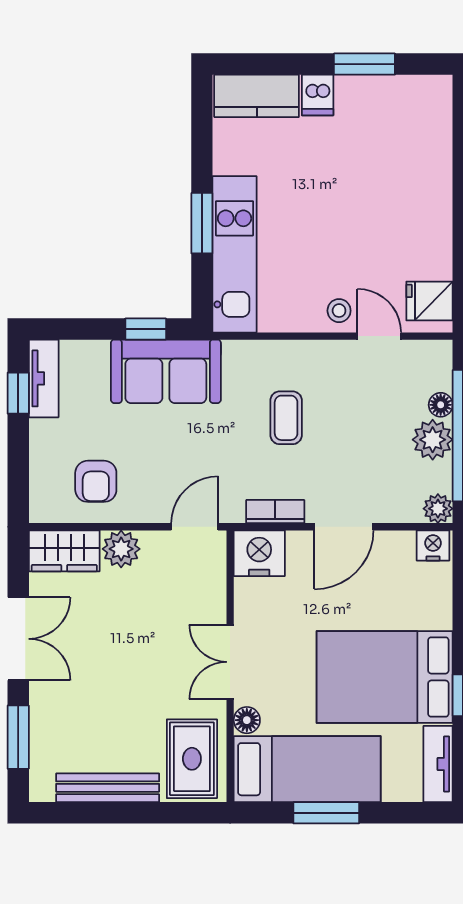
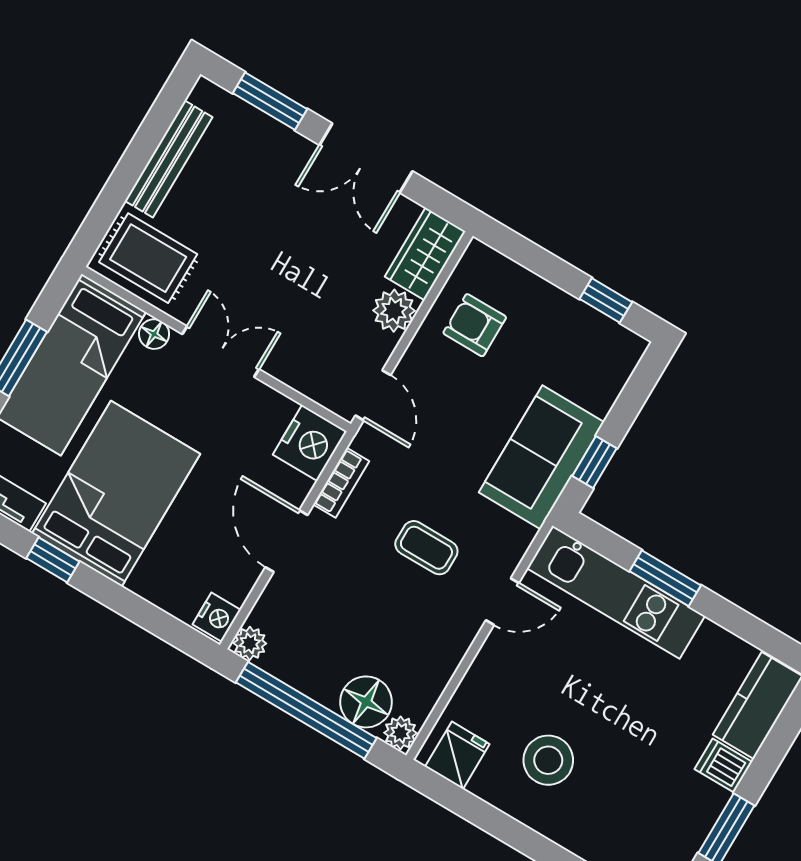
stool: (339, 311) -> (548, 760), moved, width x1.89, depth x1.89
door: (379, 336) -> (502, 602), moved
tv unit: (44, 378) -> (605, 334), removed
floor lamp: (441, 405) -> (366, 702), width x1.89, depth x1.89
plant: (433, 440) -> (400, 733), moved, width x0.73, depth x0.73

